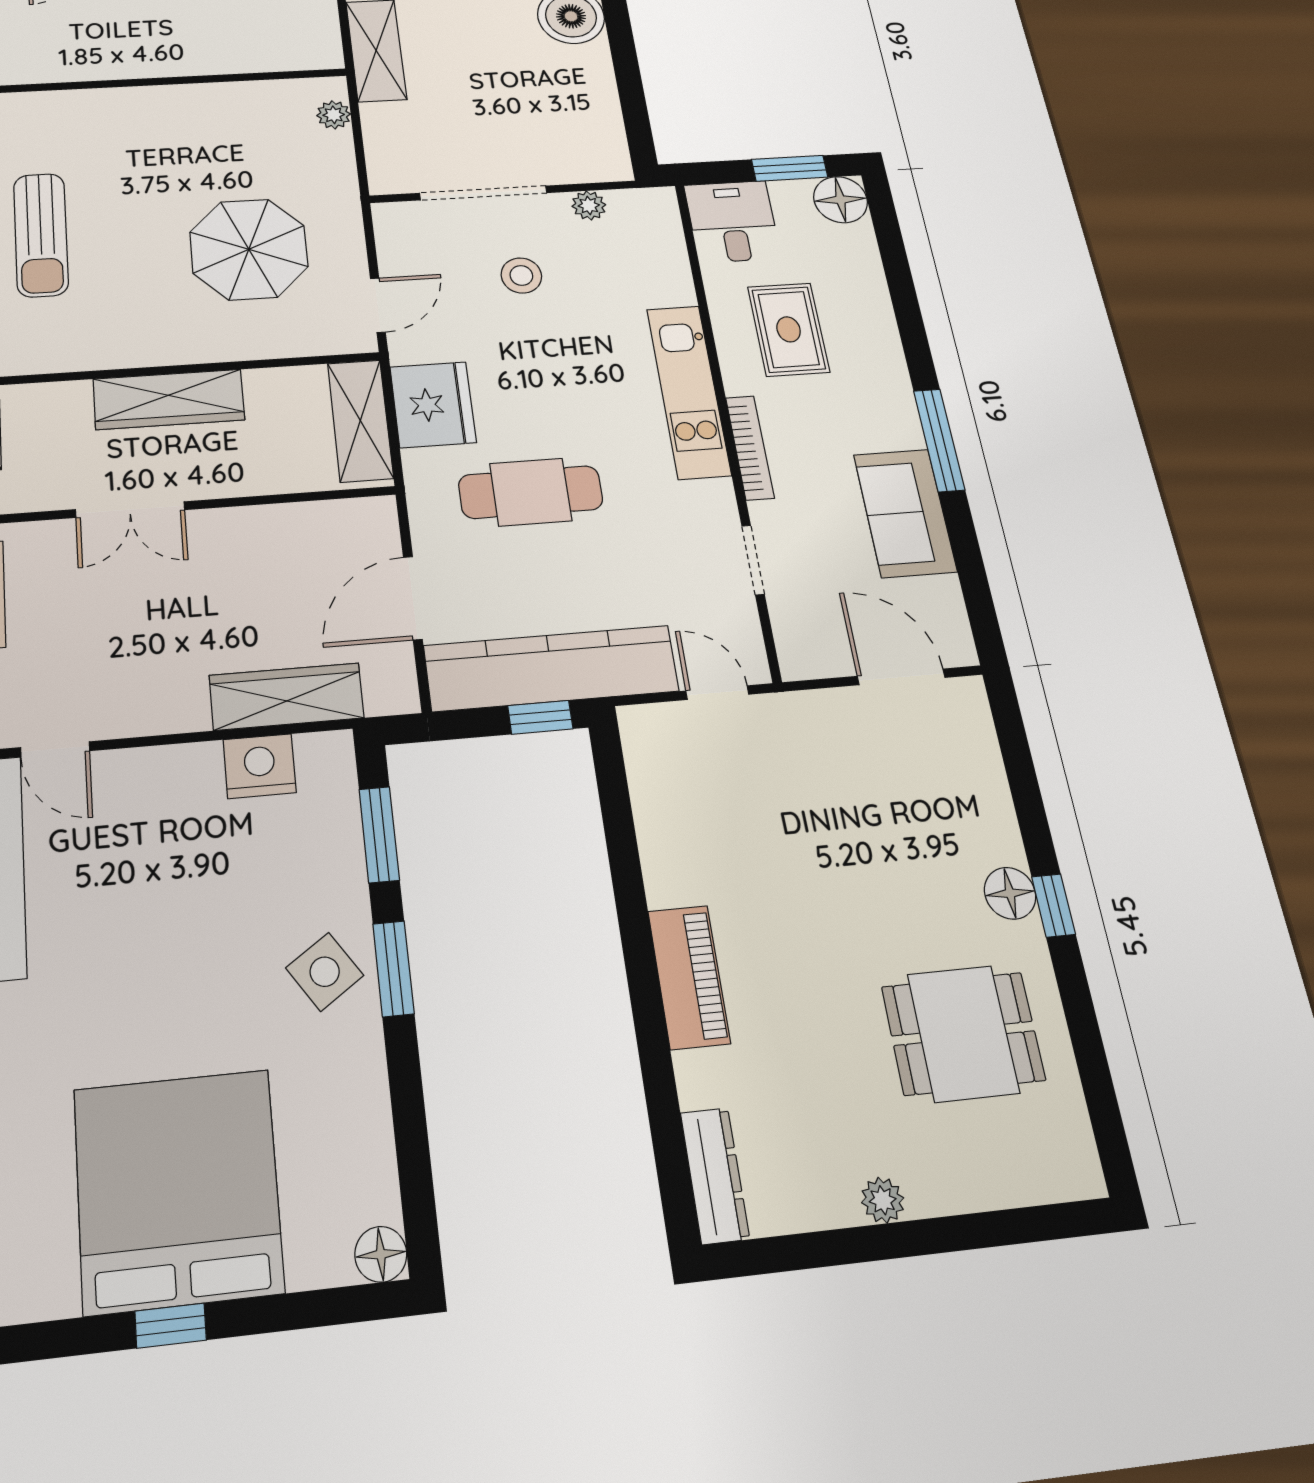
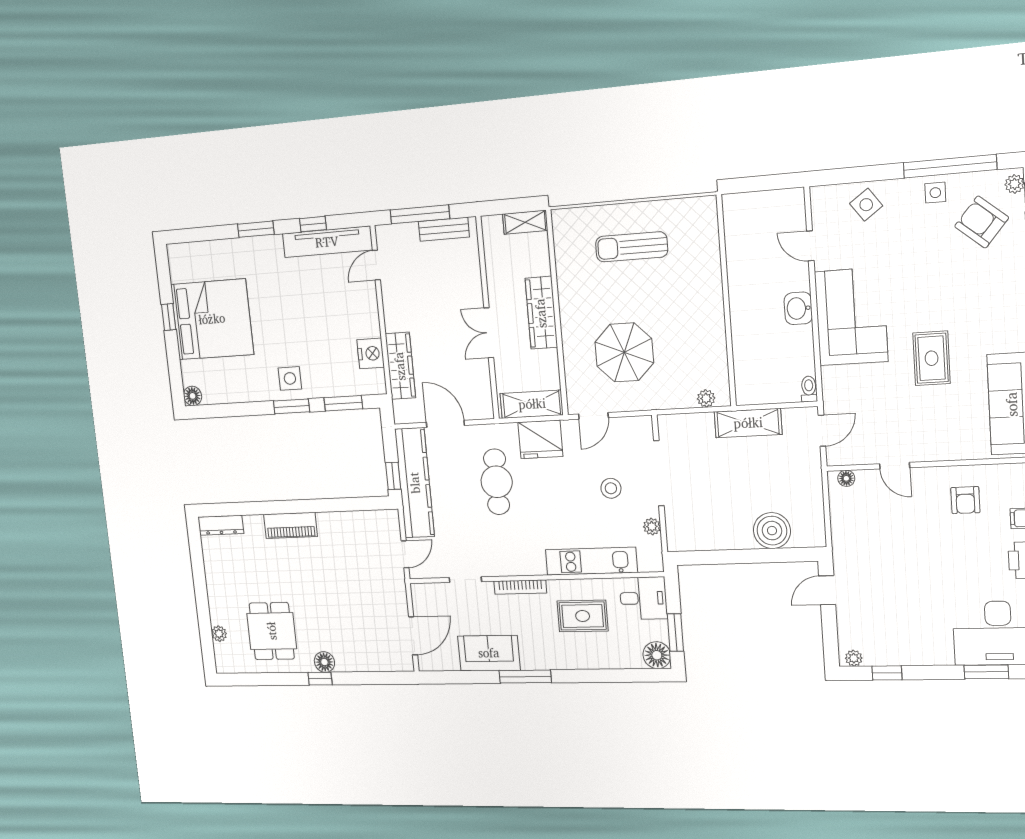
door: (378, 305) -> (593, 416), hinge flipped
kitchen unit: (689, 391) -> (591, 561), moved
double door: (130, 510) -> (489, 333), moved
side table: (325, 972) -> (290, 378), turned 34
plant: (883, 1200) -> (219, 634), moved

